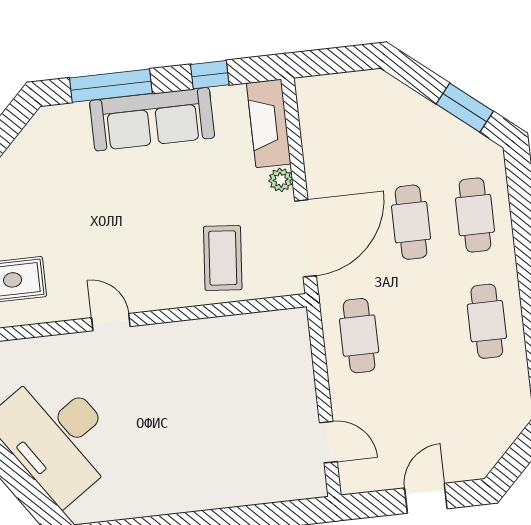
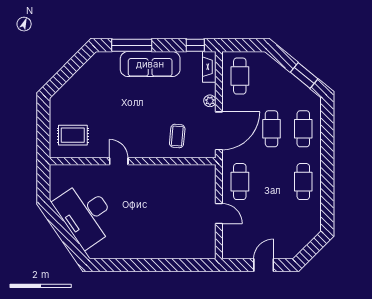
window: (210, 75) -> (195, 45), moved
fireplace: (269, 123) -> (209, 67), width x0.73, depth x0.76
cafe table: (335, 123) -> (240, 76), added
coffee table: (223, 258) -> (177, 136), width x0.73, depth x0.77
door: (328, 442) -> (219, 213), moved

